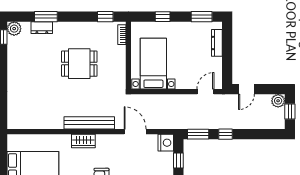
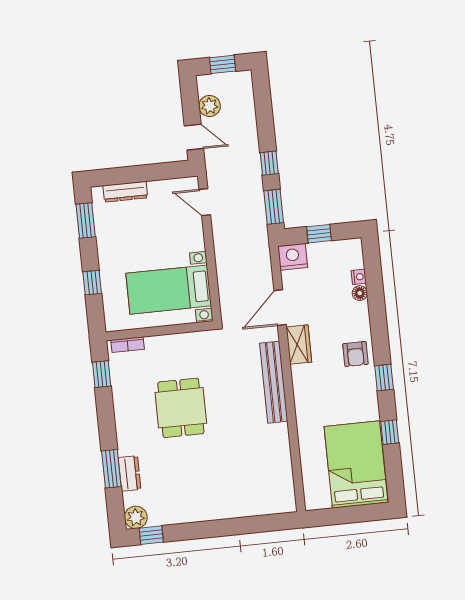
plant: (278, 101) -> (210, 106), moved
wardrobe: (83, 141) -> (299, 345), moved

